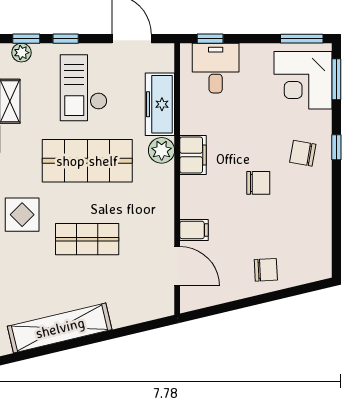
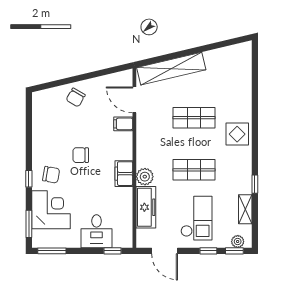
desk: (216, 68) -> (97, 231), moved
corner desk: (303, 80) -> (51, 210), moved
shop shelf: (87, 161) -> (194, 170), width x0.70, depth x0.74
chair: (266, 270) -> (76, 97), turned -57
shelving: (60, 328) -> (171, 69), moved

